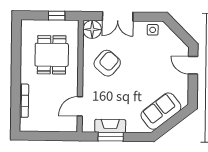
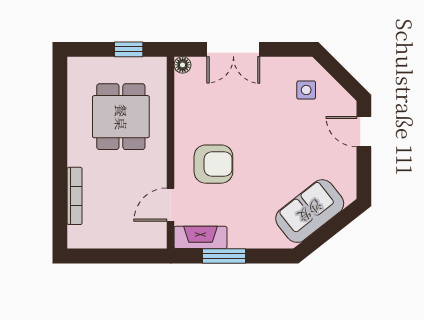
floor lamp: (92, 29) -> (183, 65), width x0.53, depth x0.53
side table: (153, 30) -> (306, 90), moved
armchair: (107, 63) -> (213, 164), moved, turned 50
fireplace: (110, 126) -> (201, 237), moved

